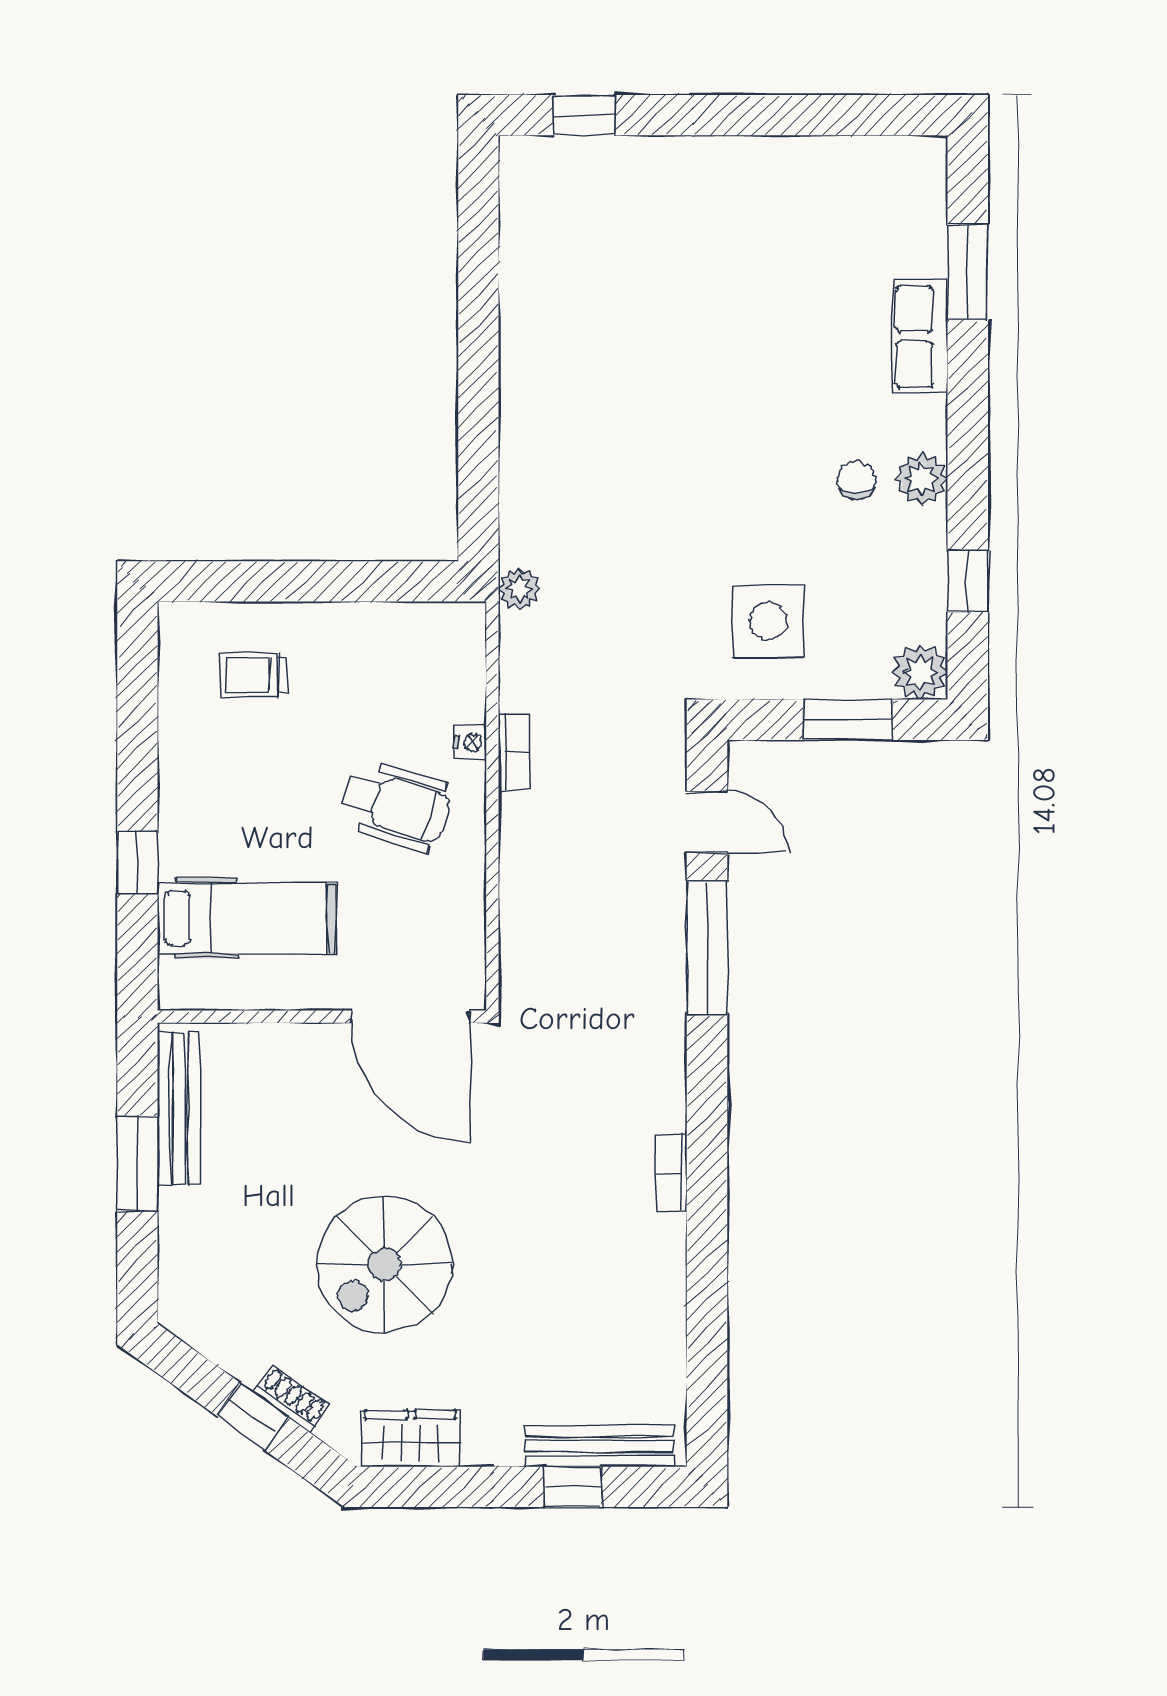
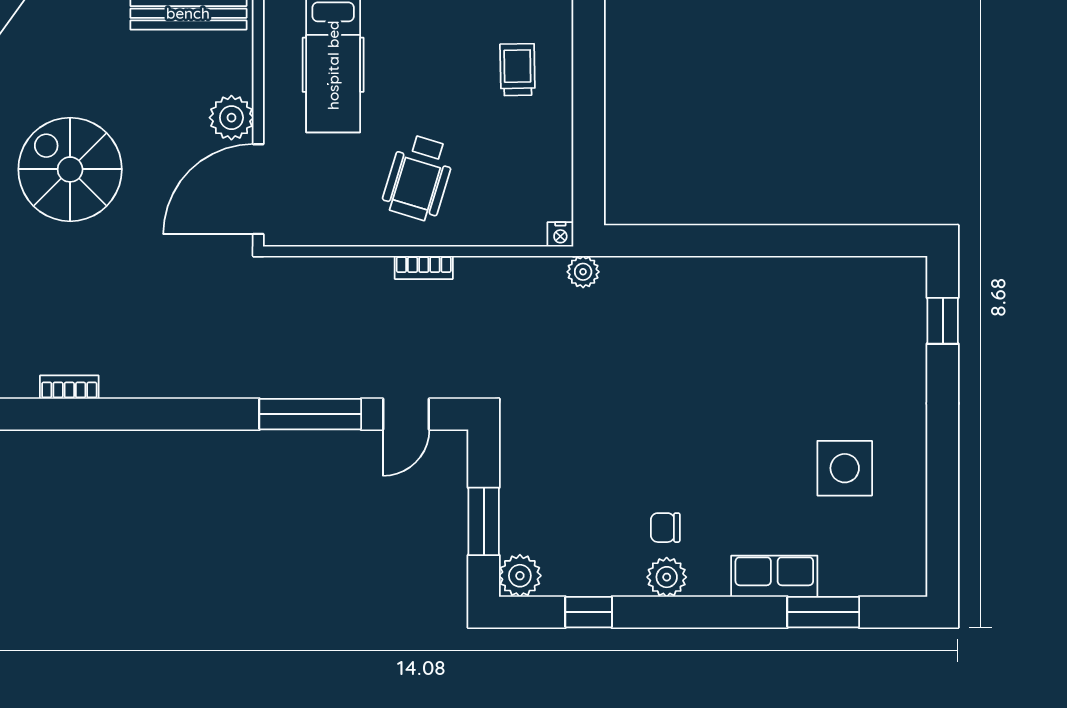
chair: (856, 480) -> (665, 528), turned 180
side table: (768, 621) -> (845, 468), moved
nightstand: (470, 743) -> (560, 234), moved
bookcase: (514, 752) -> (424, 267), moved
plant: (316, 1052) -> (231, 118), added
bookcase: (671, 1173) -> (69, 387), moved

